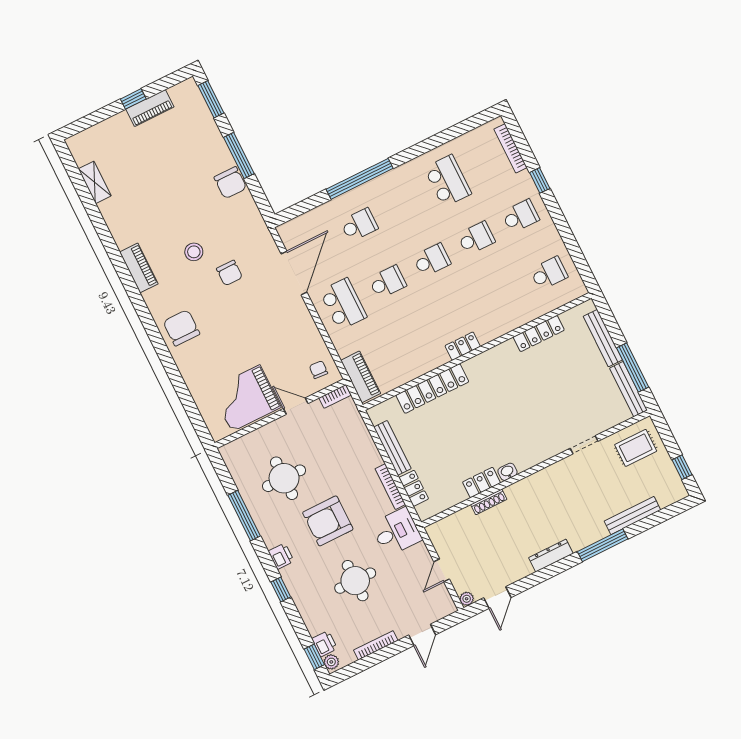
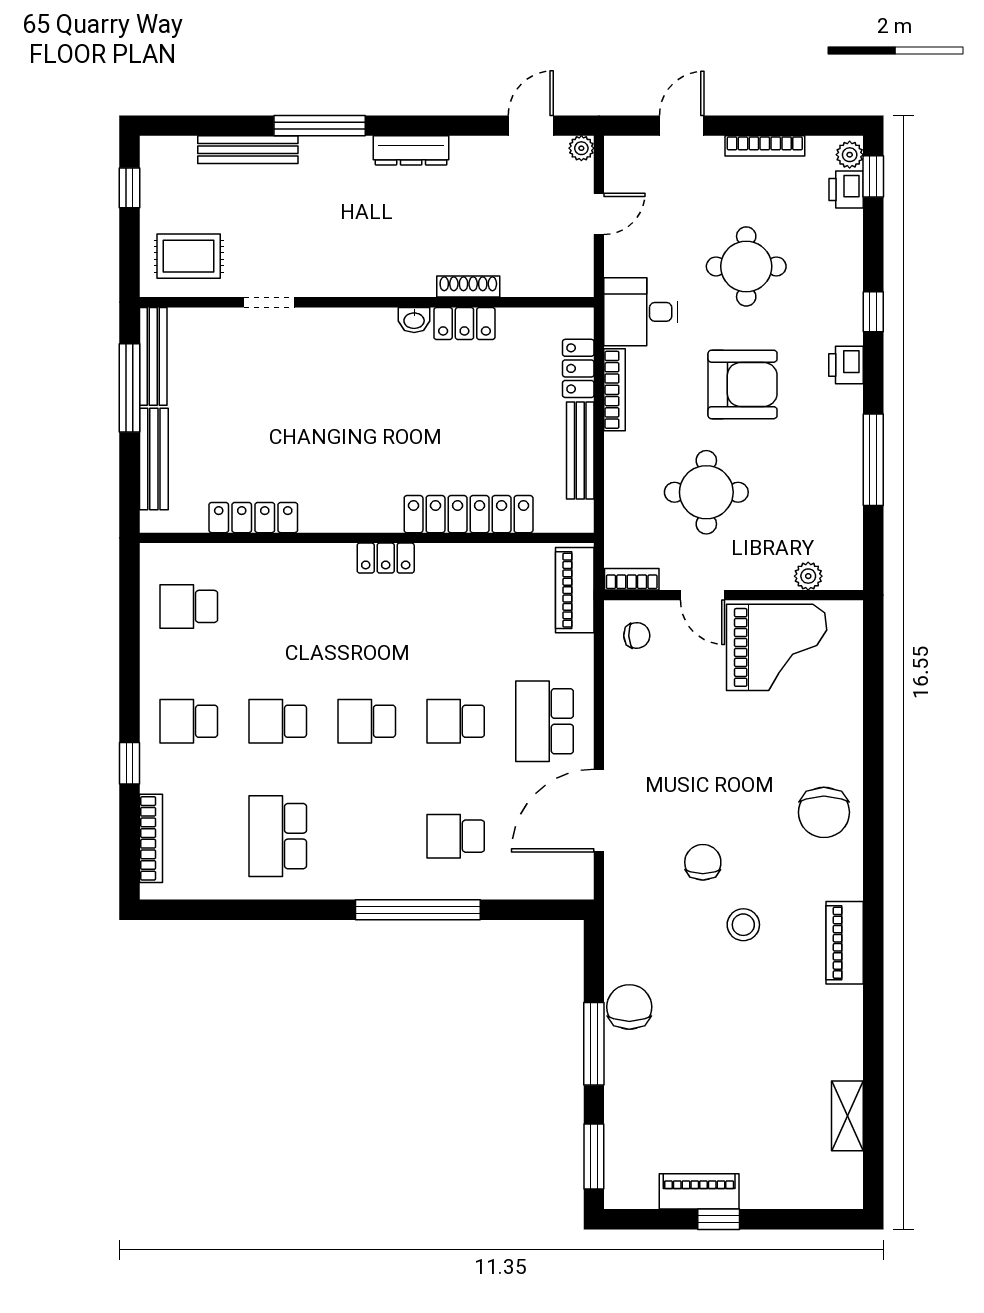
chair: (318, 370) -> (637, 635), turned -97
plant: (248, 442) -> (808, 576), added
round table: (284, 478) -> (706, 492), moved

